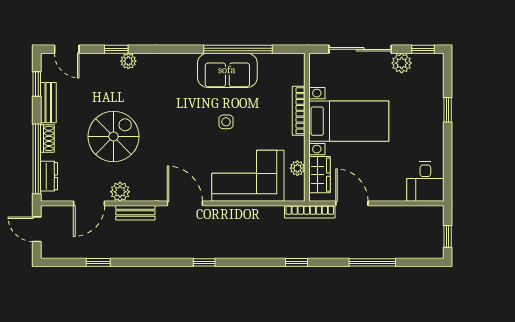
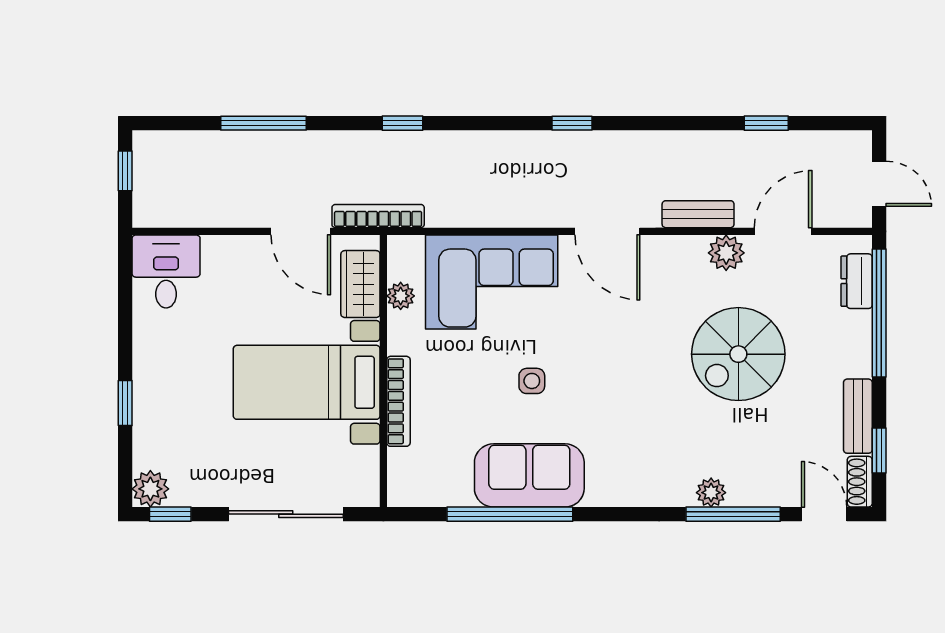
window: (116, 49) -> (733, 514), width x2.17
plant: (402, 63) -> (150, 489), moved
shoe rack: (47, 138) -> (860, 482), moved

